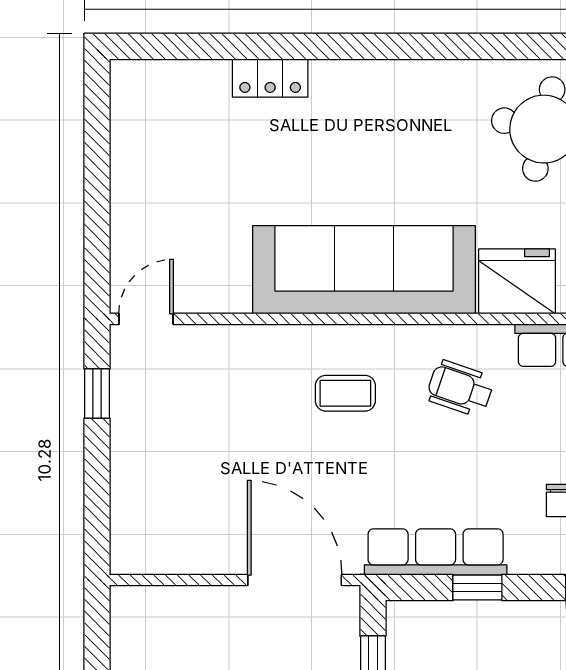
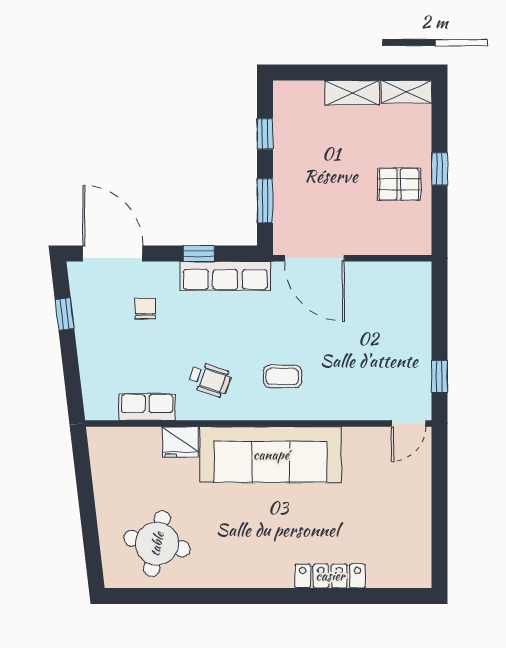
locker: (270, 78) -> (330, 576), width x1.53
fridge: (517, 281) -> (180, 442), width x0.73, depth x0.75

